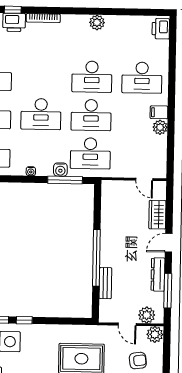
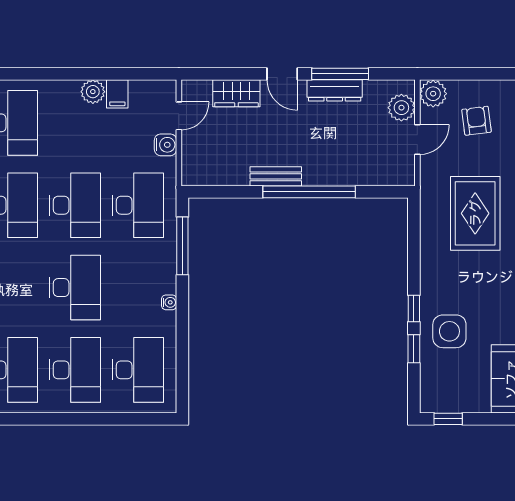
filing cabinet: (159, 112) -> (117, 94), moved
water cooler: (60, 170) -> (166, 145), moved
bench: (105, 283) -> (276, 176), moved
window: (168, 291) -> (340, 74), moved

